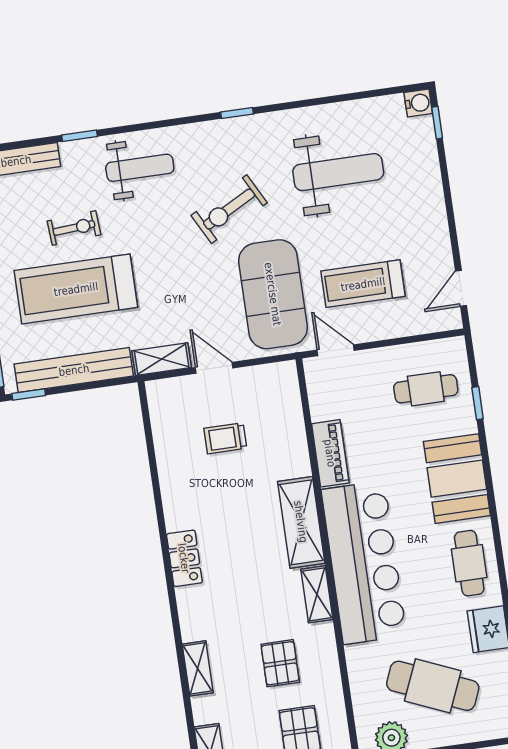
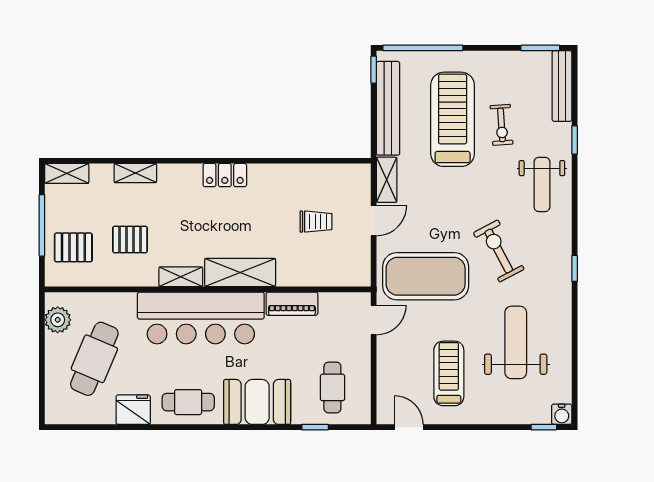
weight bench: (338, 172) -> (516, 342), turned 180
treadmill: (363, 284) -> (449, 373), moved
trolley: (225, 438) -> (316, 222), turned 90

